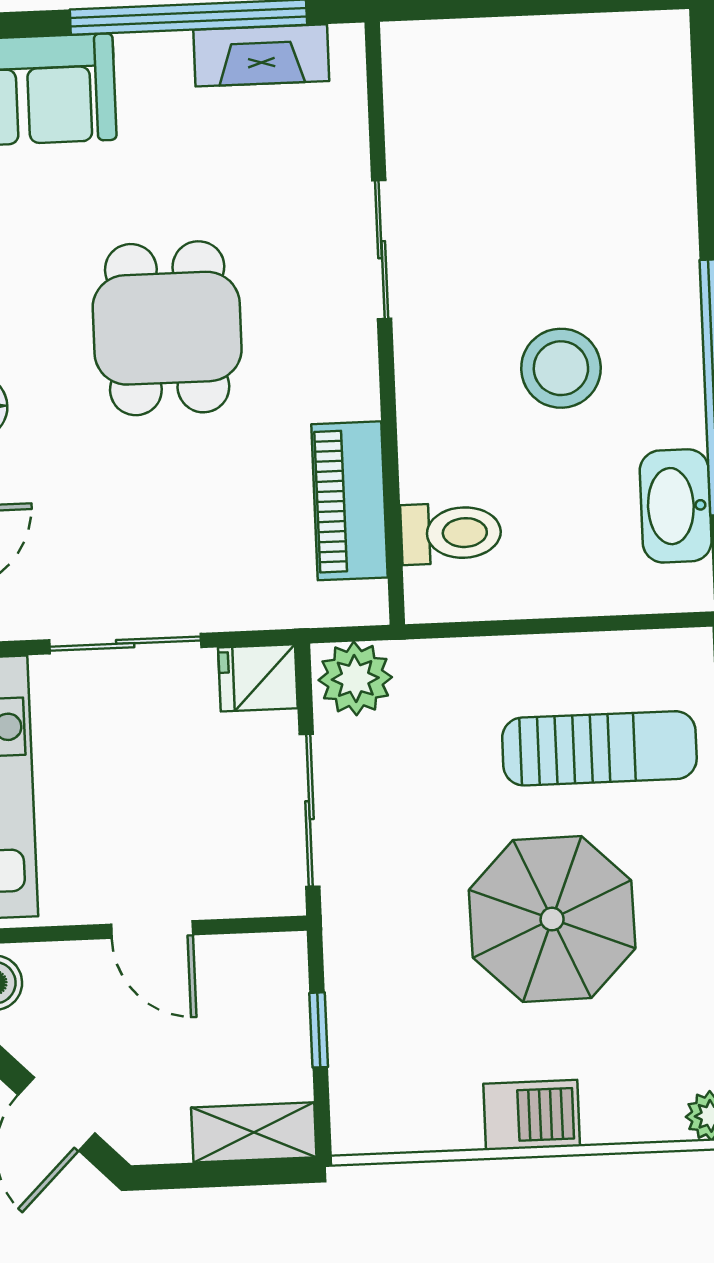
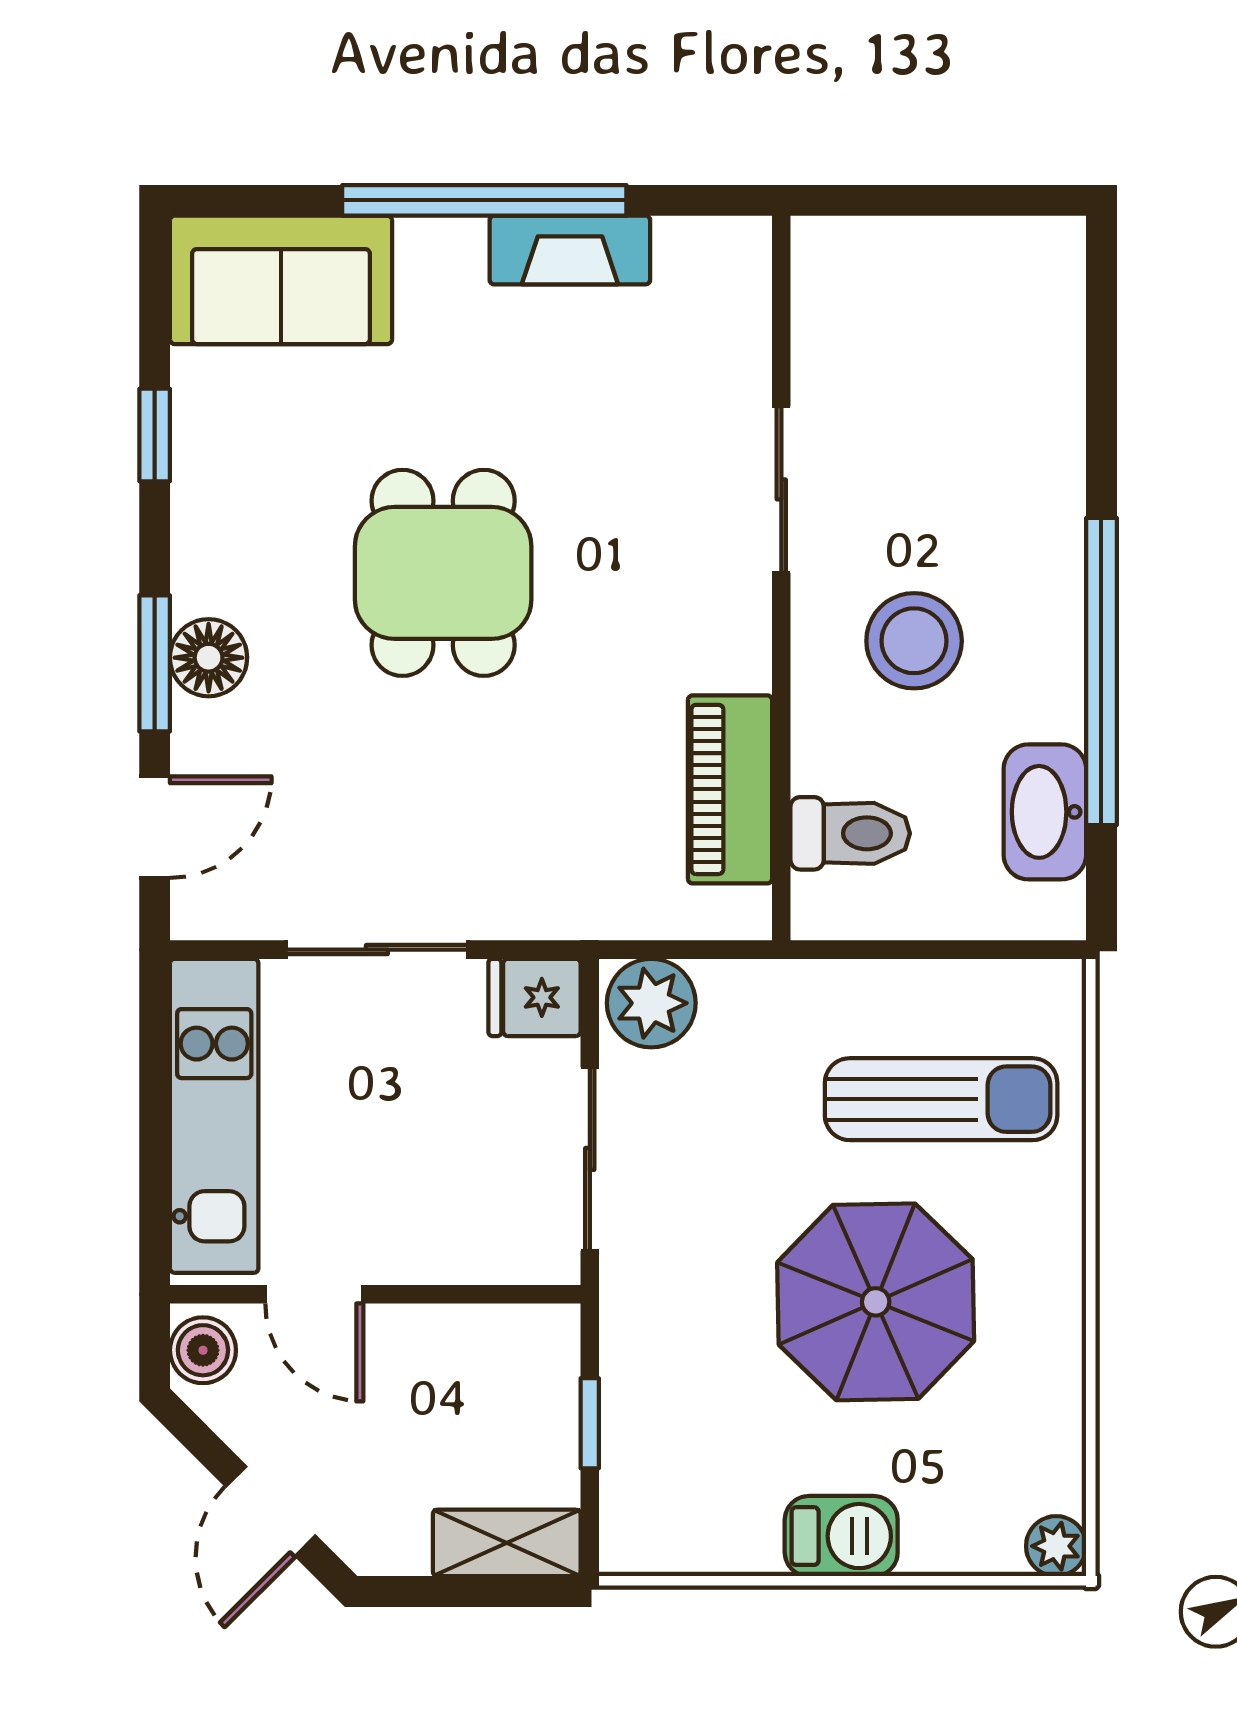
sliding door: (382, 250) -> (781, 489), moved
wall: (385, 323) -> (781, 578), moved
piano: (350, 501) -> (730, 789), moved
toilet: (451, 533) -> (850, 833), moved
door: (152, 930) -> (314, 1294), moved

